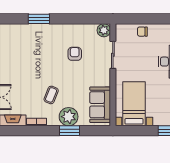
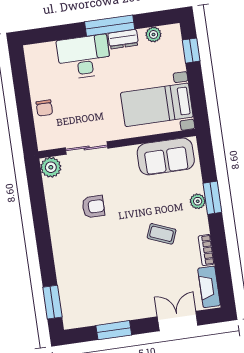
window: (39, 19) -> (52, 302), moved
armchair: (75, 54) -> (93, 207), turned 180
plant: (69, 117) -> (198, 201), width x0.53, depth x0.53

